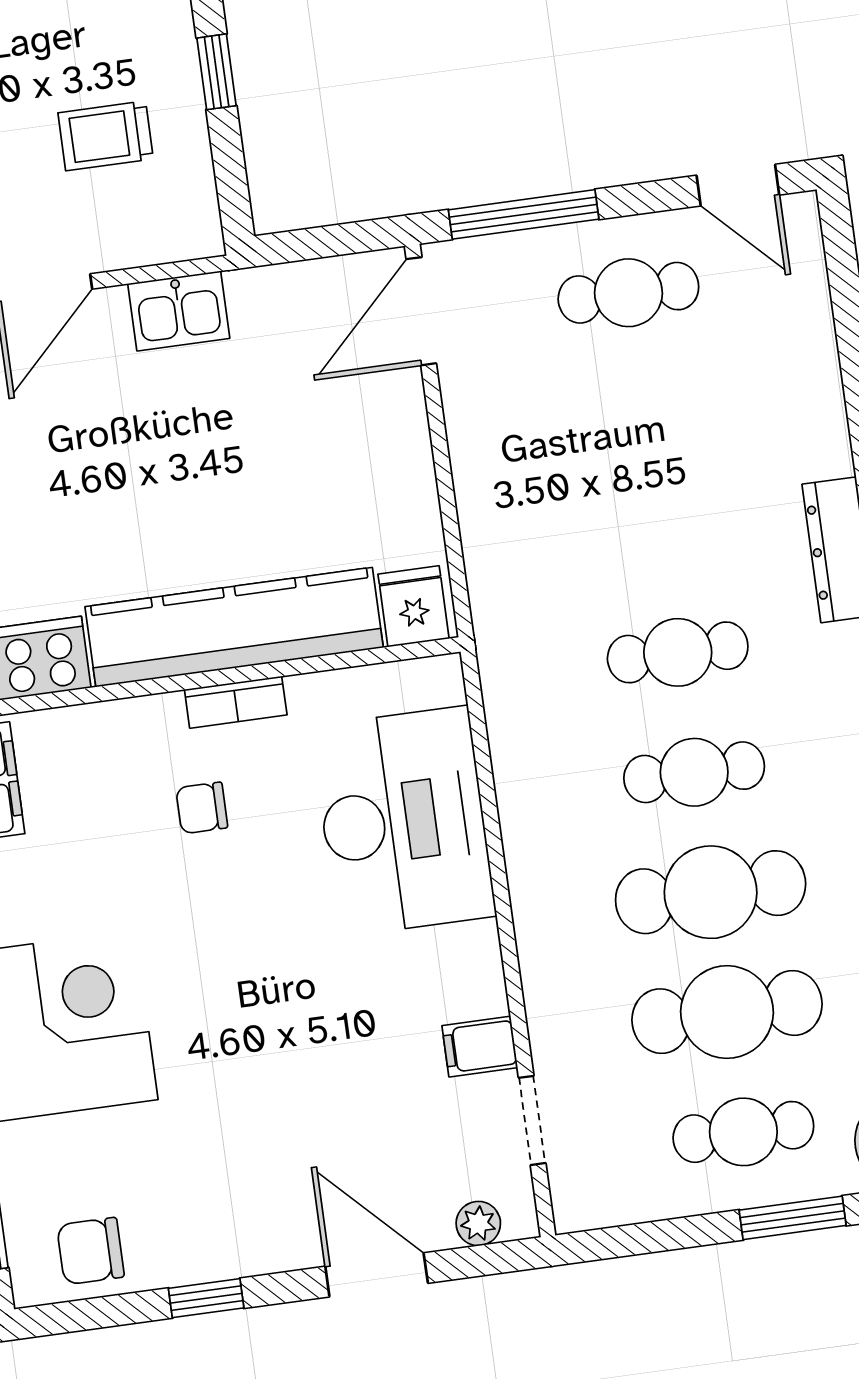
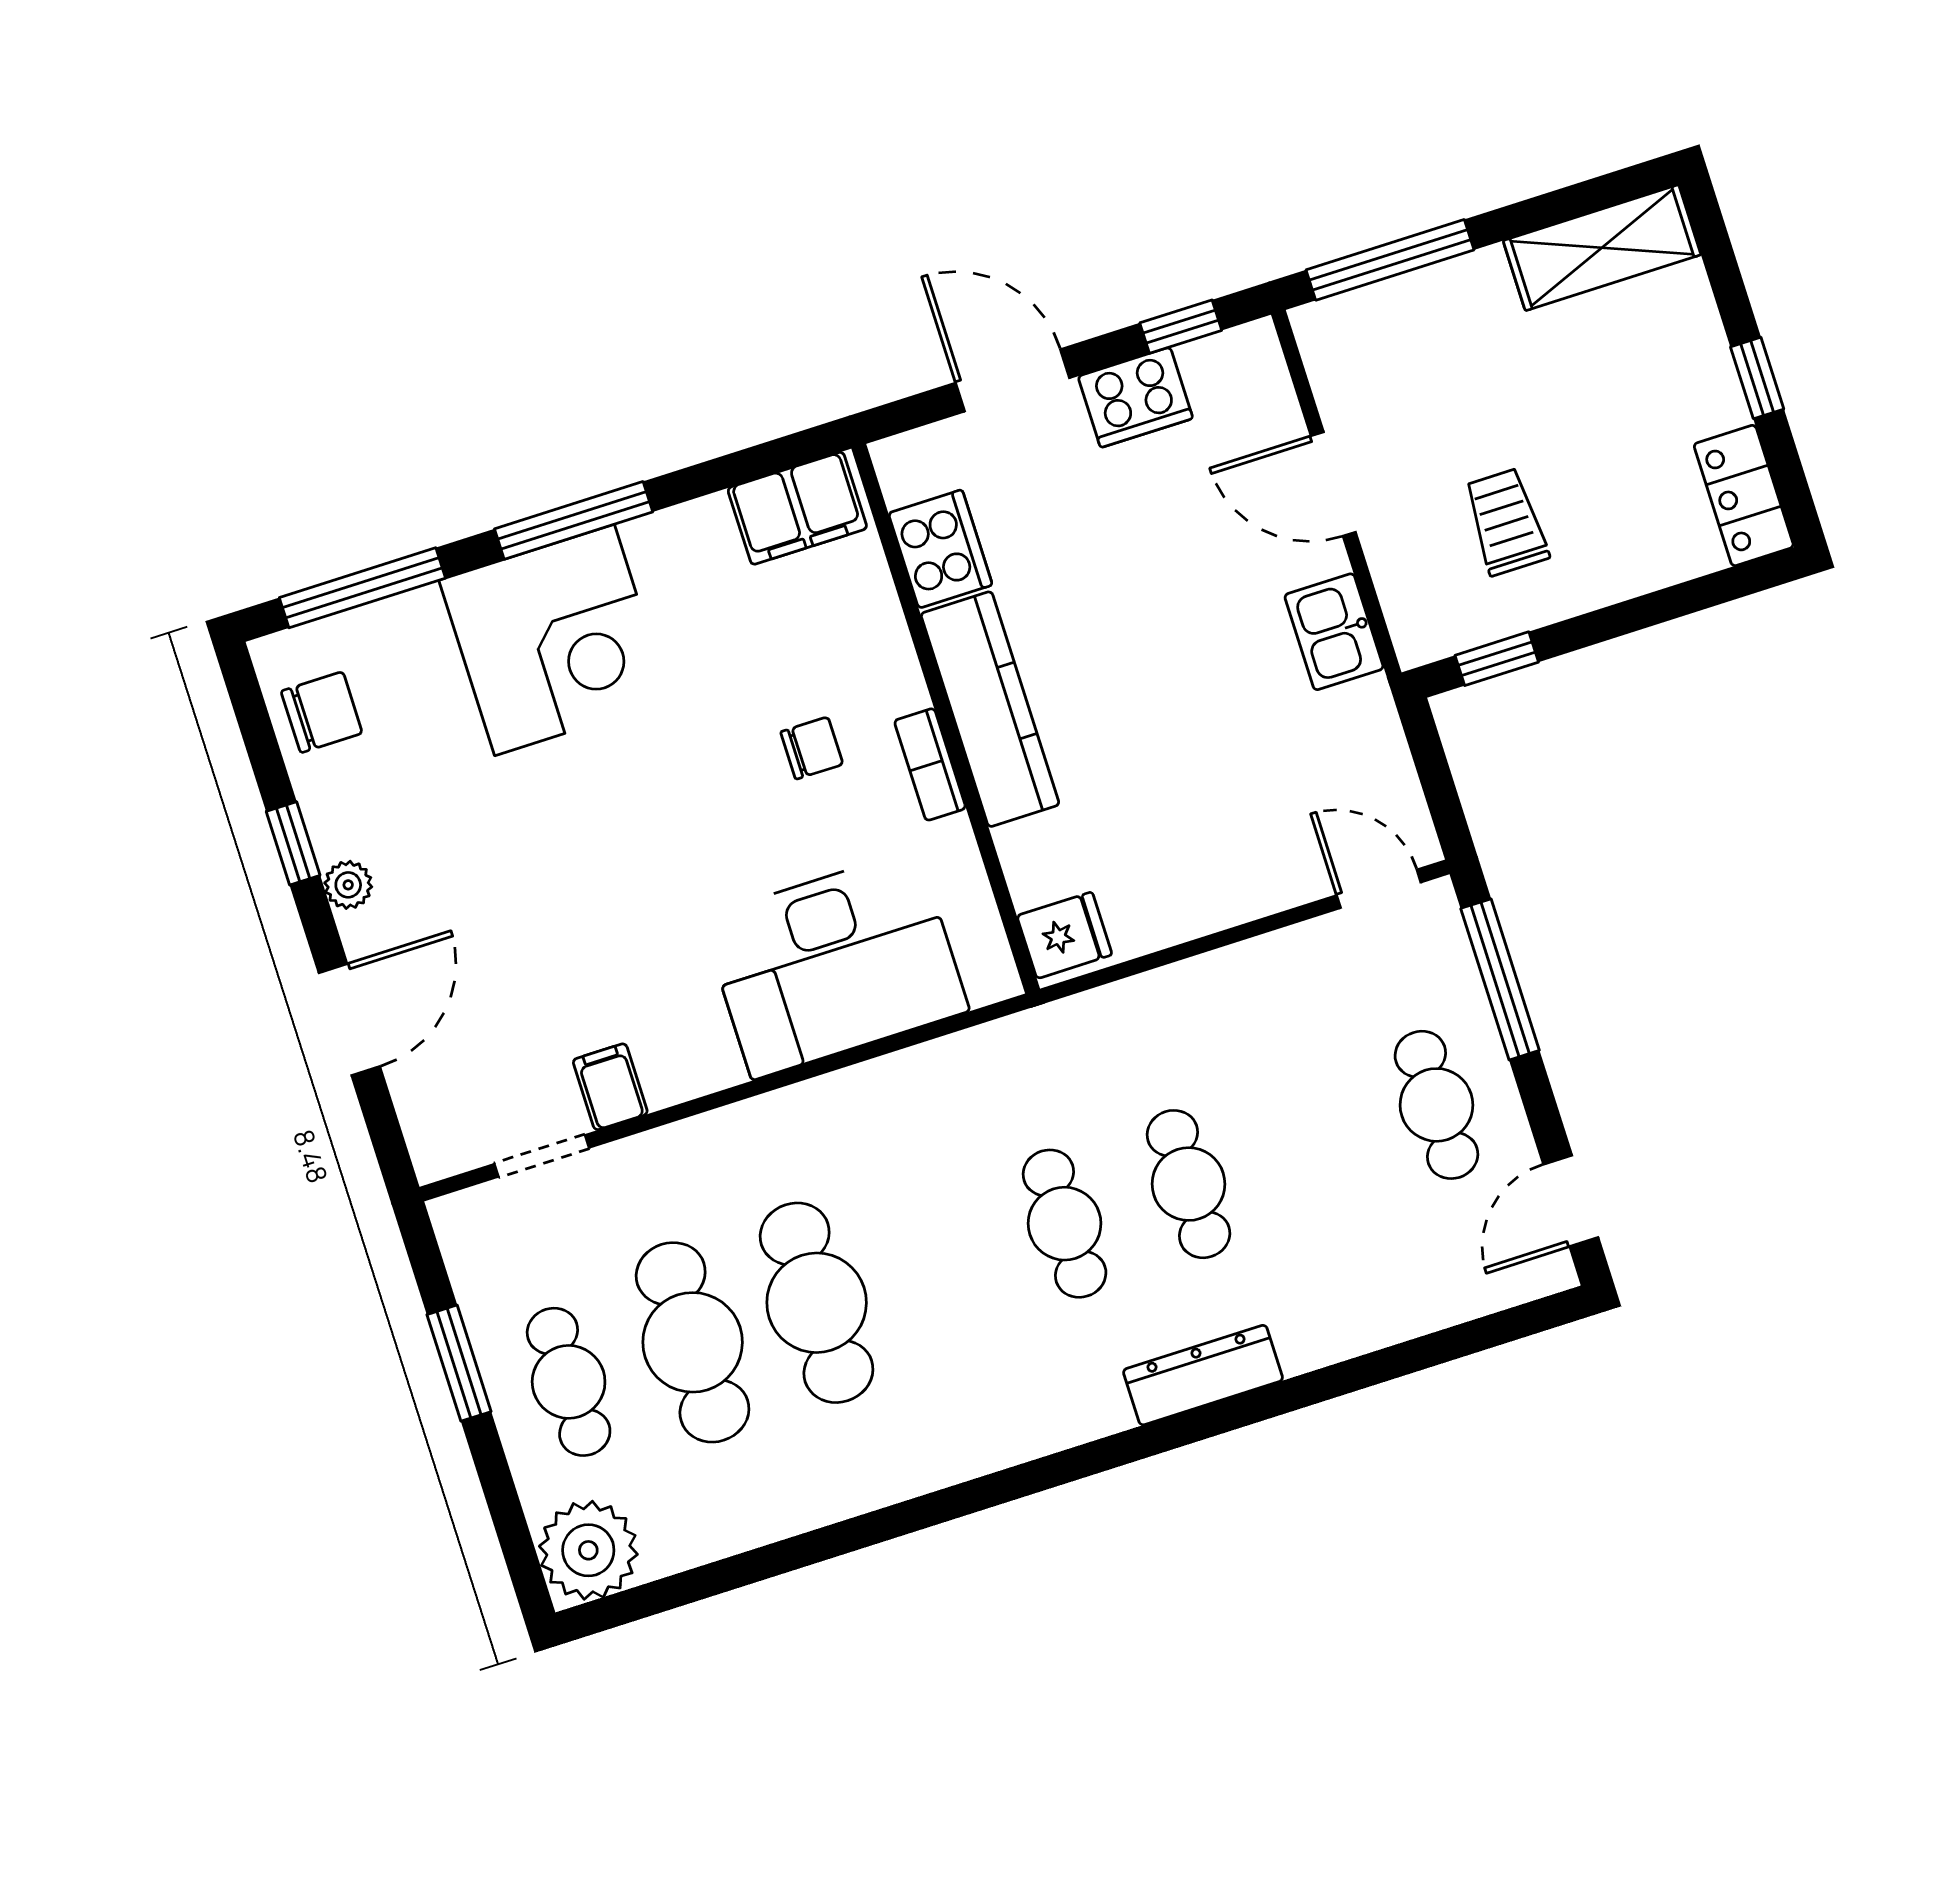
window: (217, 72) -> (1497, 659), moved
door: (421, 311) -> (1379, 889), width x0.73
kitchen counter: (234, 627) -> (990, 709), width x0.72, depth x0.86
cafe table: (694, 772) -> (1189, 1184), moved
chair: (202, 808) -> (812, 748), turned 90
window: (793, 1218) -> (459, 1363), moved
plant: (478, 1224) -> (348, 885), moved
chair: (91, 1251) -> (322, 712), turned 90

